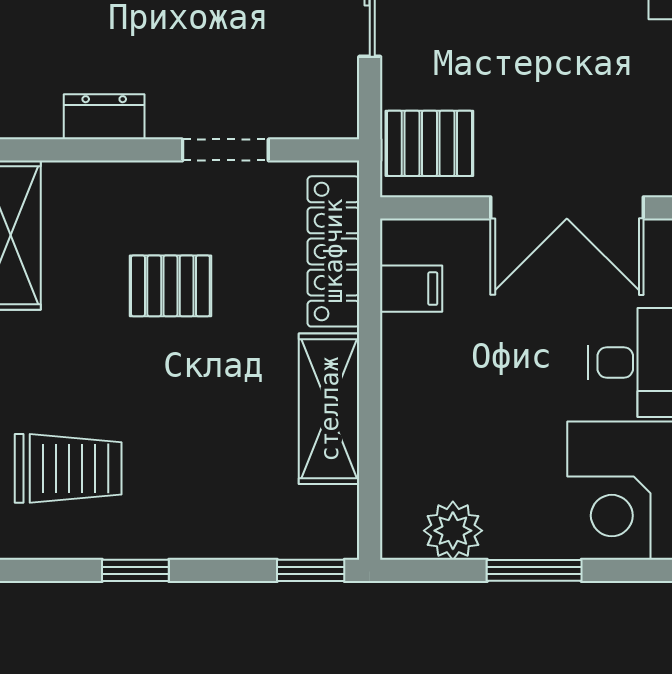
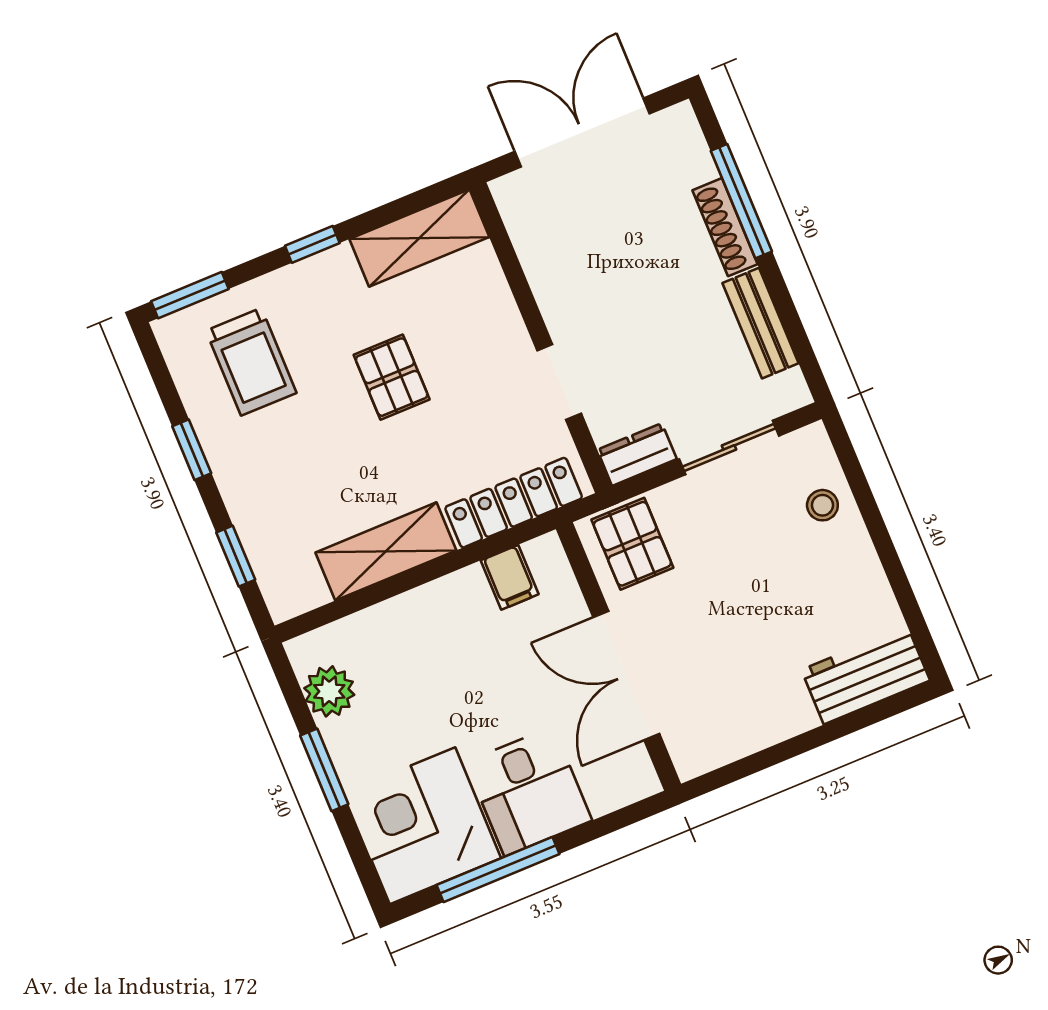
dresser: (104, 117) -> (637, 454), moved, turned -90
pallet: (170, 286) -> (392, 377), moved
window: (311, 570) -> (236, 556), moved

